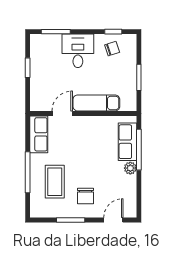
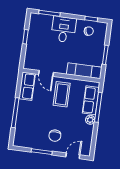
exam couch: (96, 103) -> (84, 71), moved
door: (62, 113) -> (46, 73), swing flipped
coffee table: (55, 182) -> (62, 94), moved

